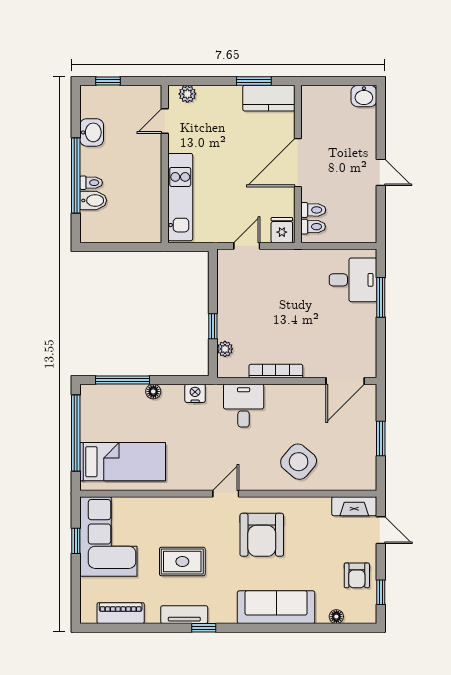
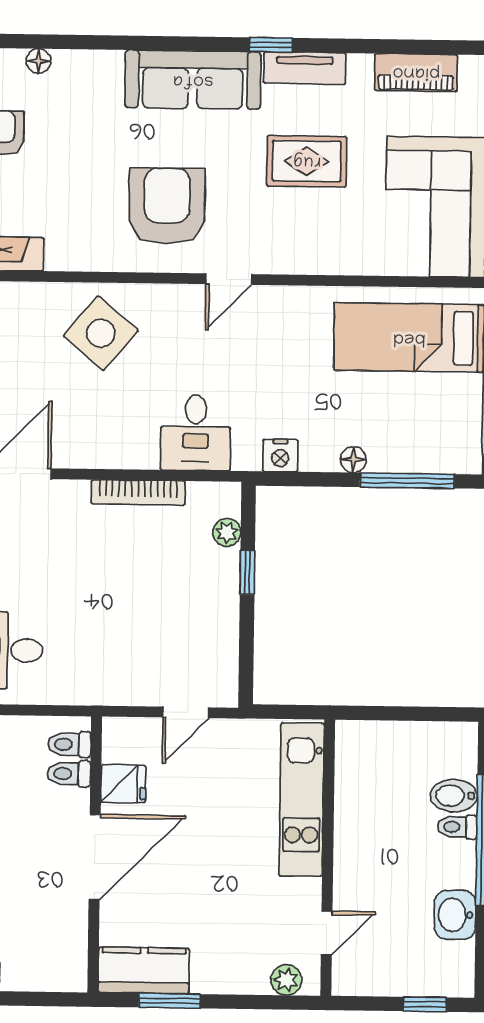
fridge: (282, 230) -> (123, 784), moved, turned -90
sofa: (276, 607) -> (193, 80), moved

